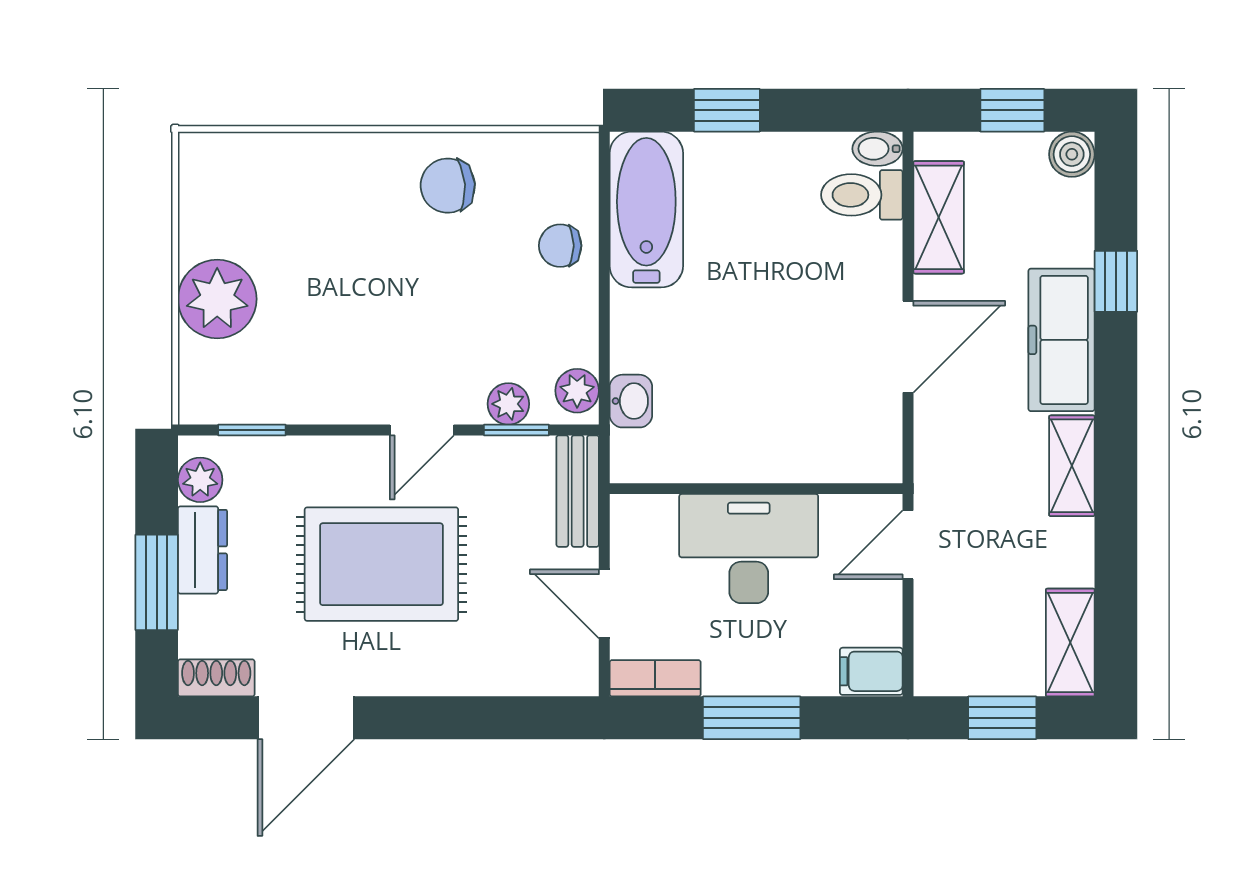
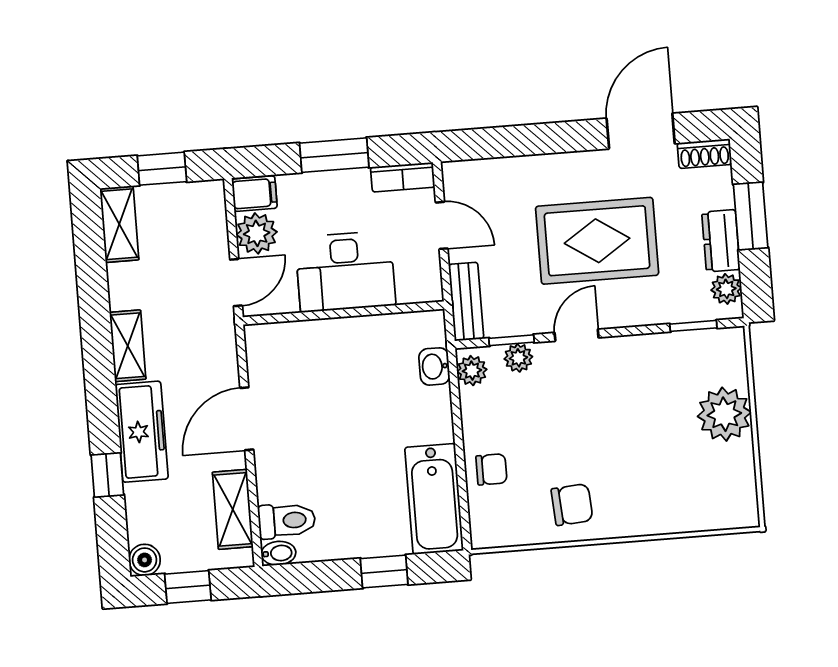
plant: (873, 614) -> (257, 233), added

